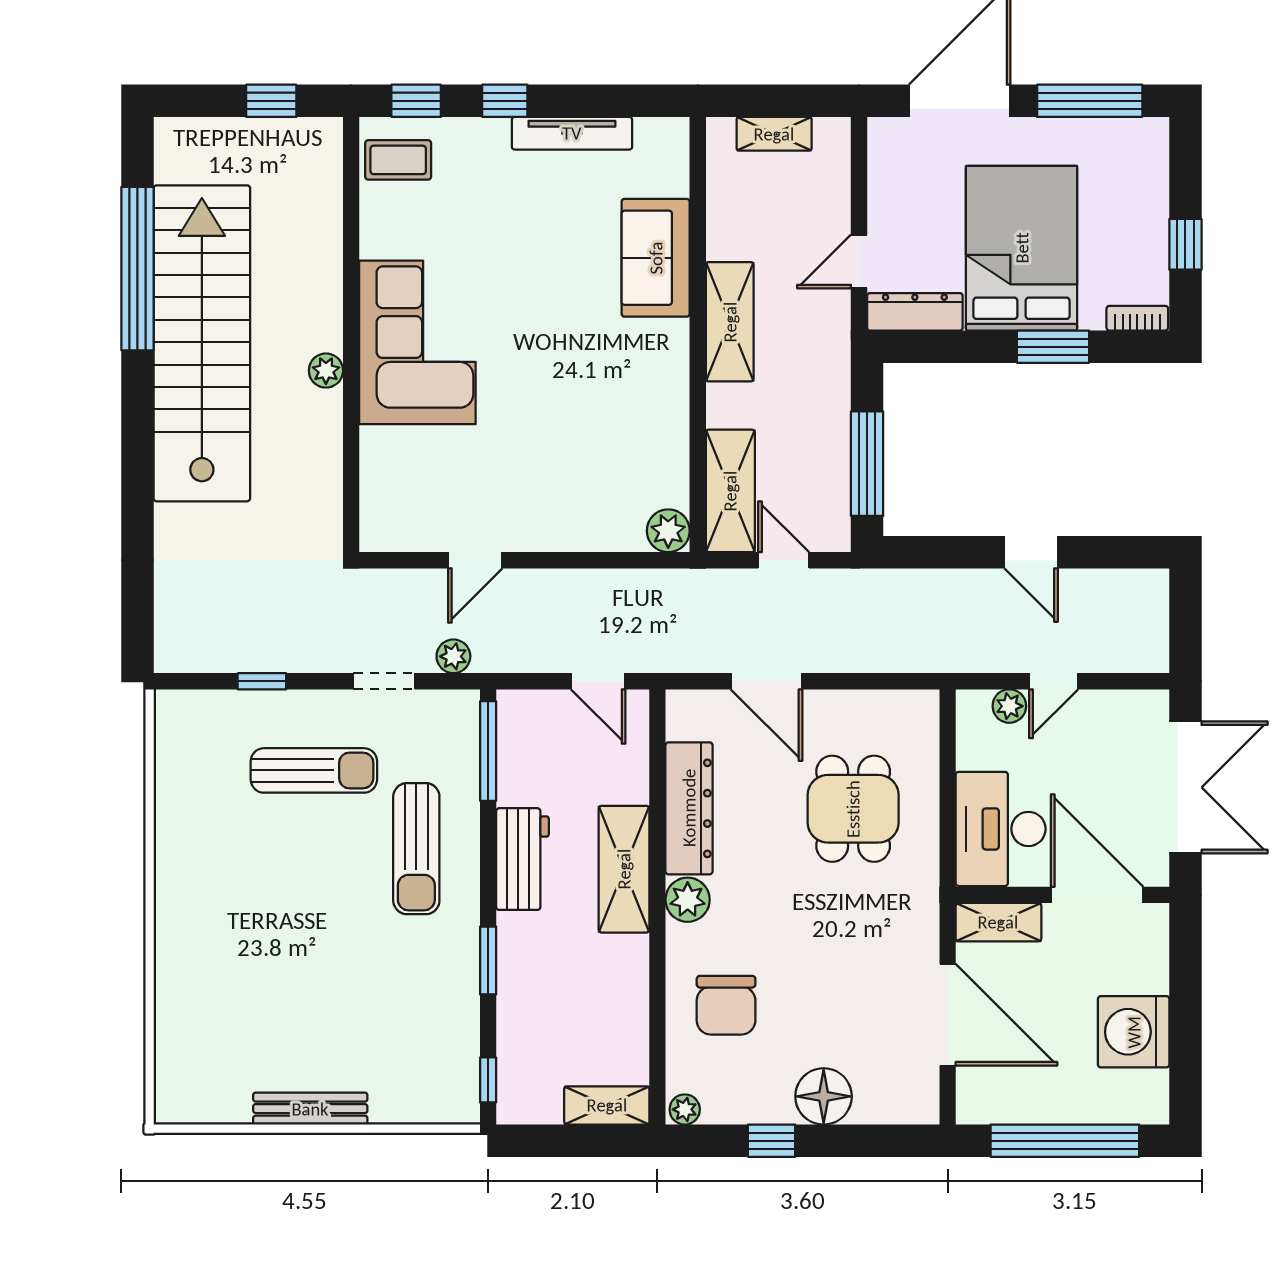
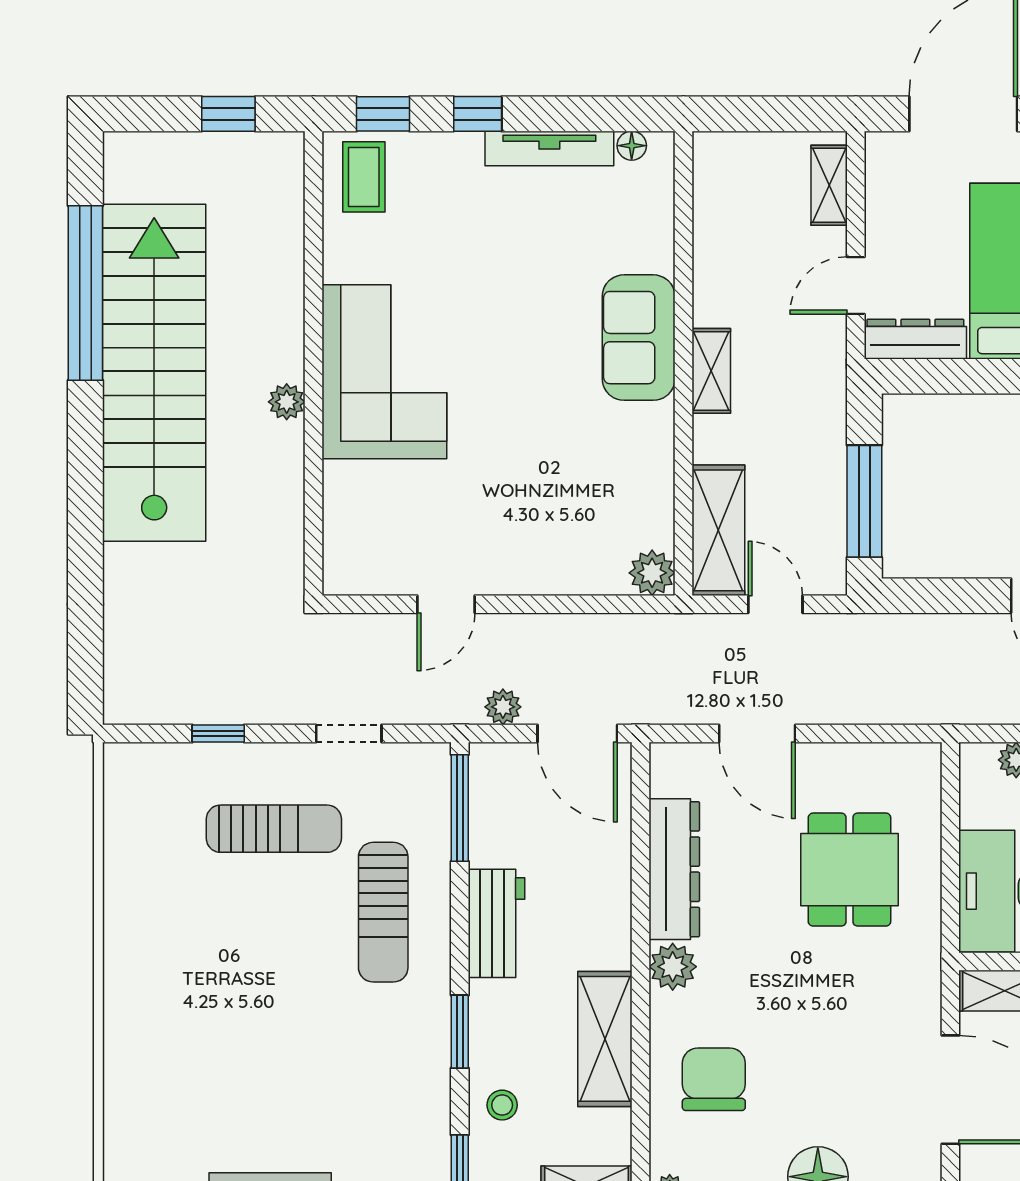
floor lamp: (649, 131) -> (632, 146), added
shelving: (774, 134) -> (829, 185), moved, turned 90
coffee table: (398, 160) -> (364, 177), turned 90
sofa: (656, 258) -> (639, 338), moved
shelving: (730, 322) -> (711, 371), width x0.67, depth x0.75
plant: (453, 656) -> (503, 707), moved
door: (598, 681) -> (577, 733), width x1.38
shelving: (624, 869) -> (605, 1039), moved
chair: (726, 1005) -> (714, 1079), turned 180
stool: (528, 1029) -> (502, 1105), added

